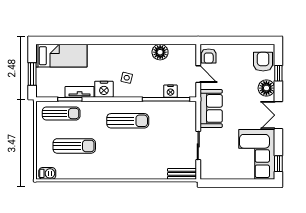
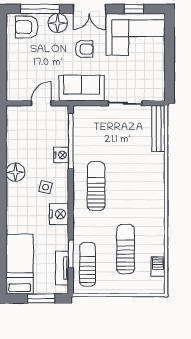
floor lamp: (160, 52) -> (15, 172), moved
armchair: (209, 56) -> (84, 49), moved
window: (278, 73) -> (40, 9), width x2.17
nightstand: (170, 91) -> (61, 155), moved
tv unit: (80, 92) -> (62, 268), moved
window: (278, 164) -> (134, 9), moved
barbecue: (47, 173) -> (158, 267), moved
bench: (182, 174) -> (159, 128), width x1.36

